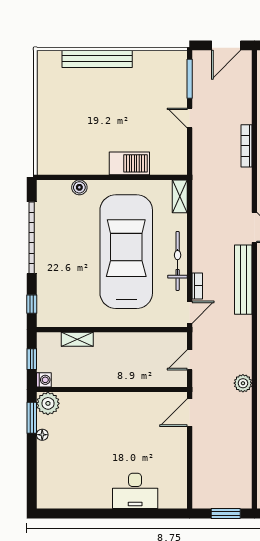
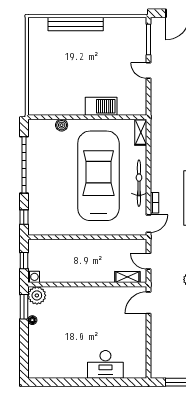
shelving: (77, 339) -> (127, 277), moved
door: (190, 360) -> (148, 261), hinge flipped

